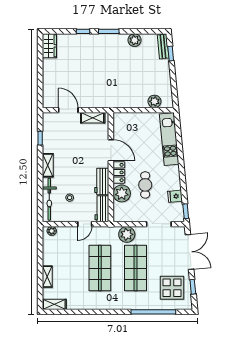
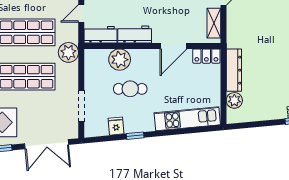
dresser: (130, 102) -> (234, 70), added
locker: (119, 172) -> (206, 56), moved
window: (186, 211) -> (135, 136), moved
door: (85, 224) -> (81, 13), hinge flipped
plant: (127, 234) -> (68, 52), moved

